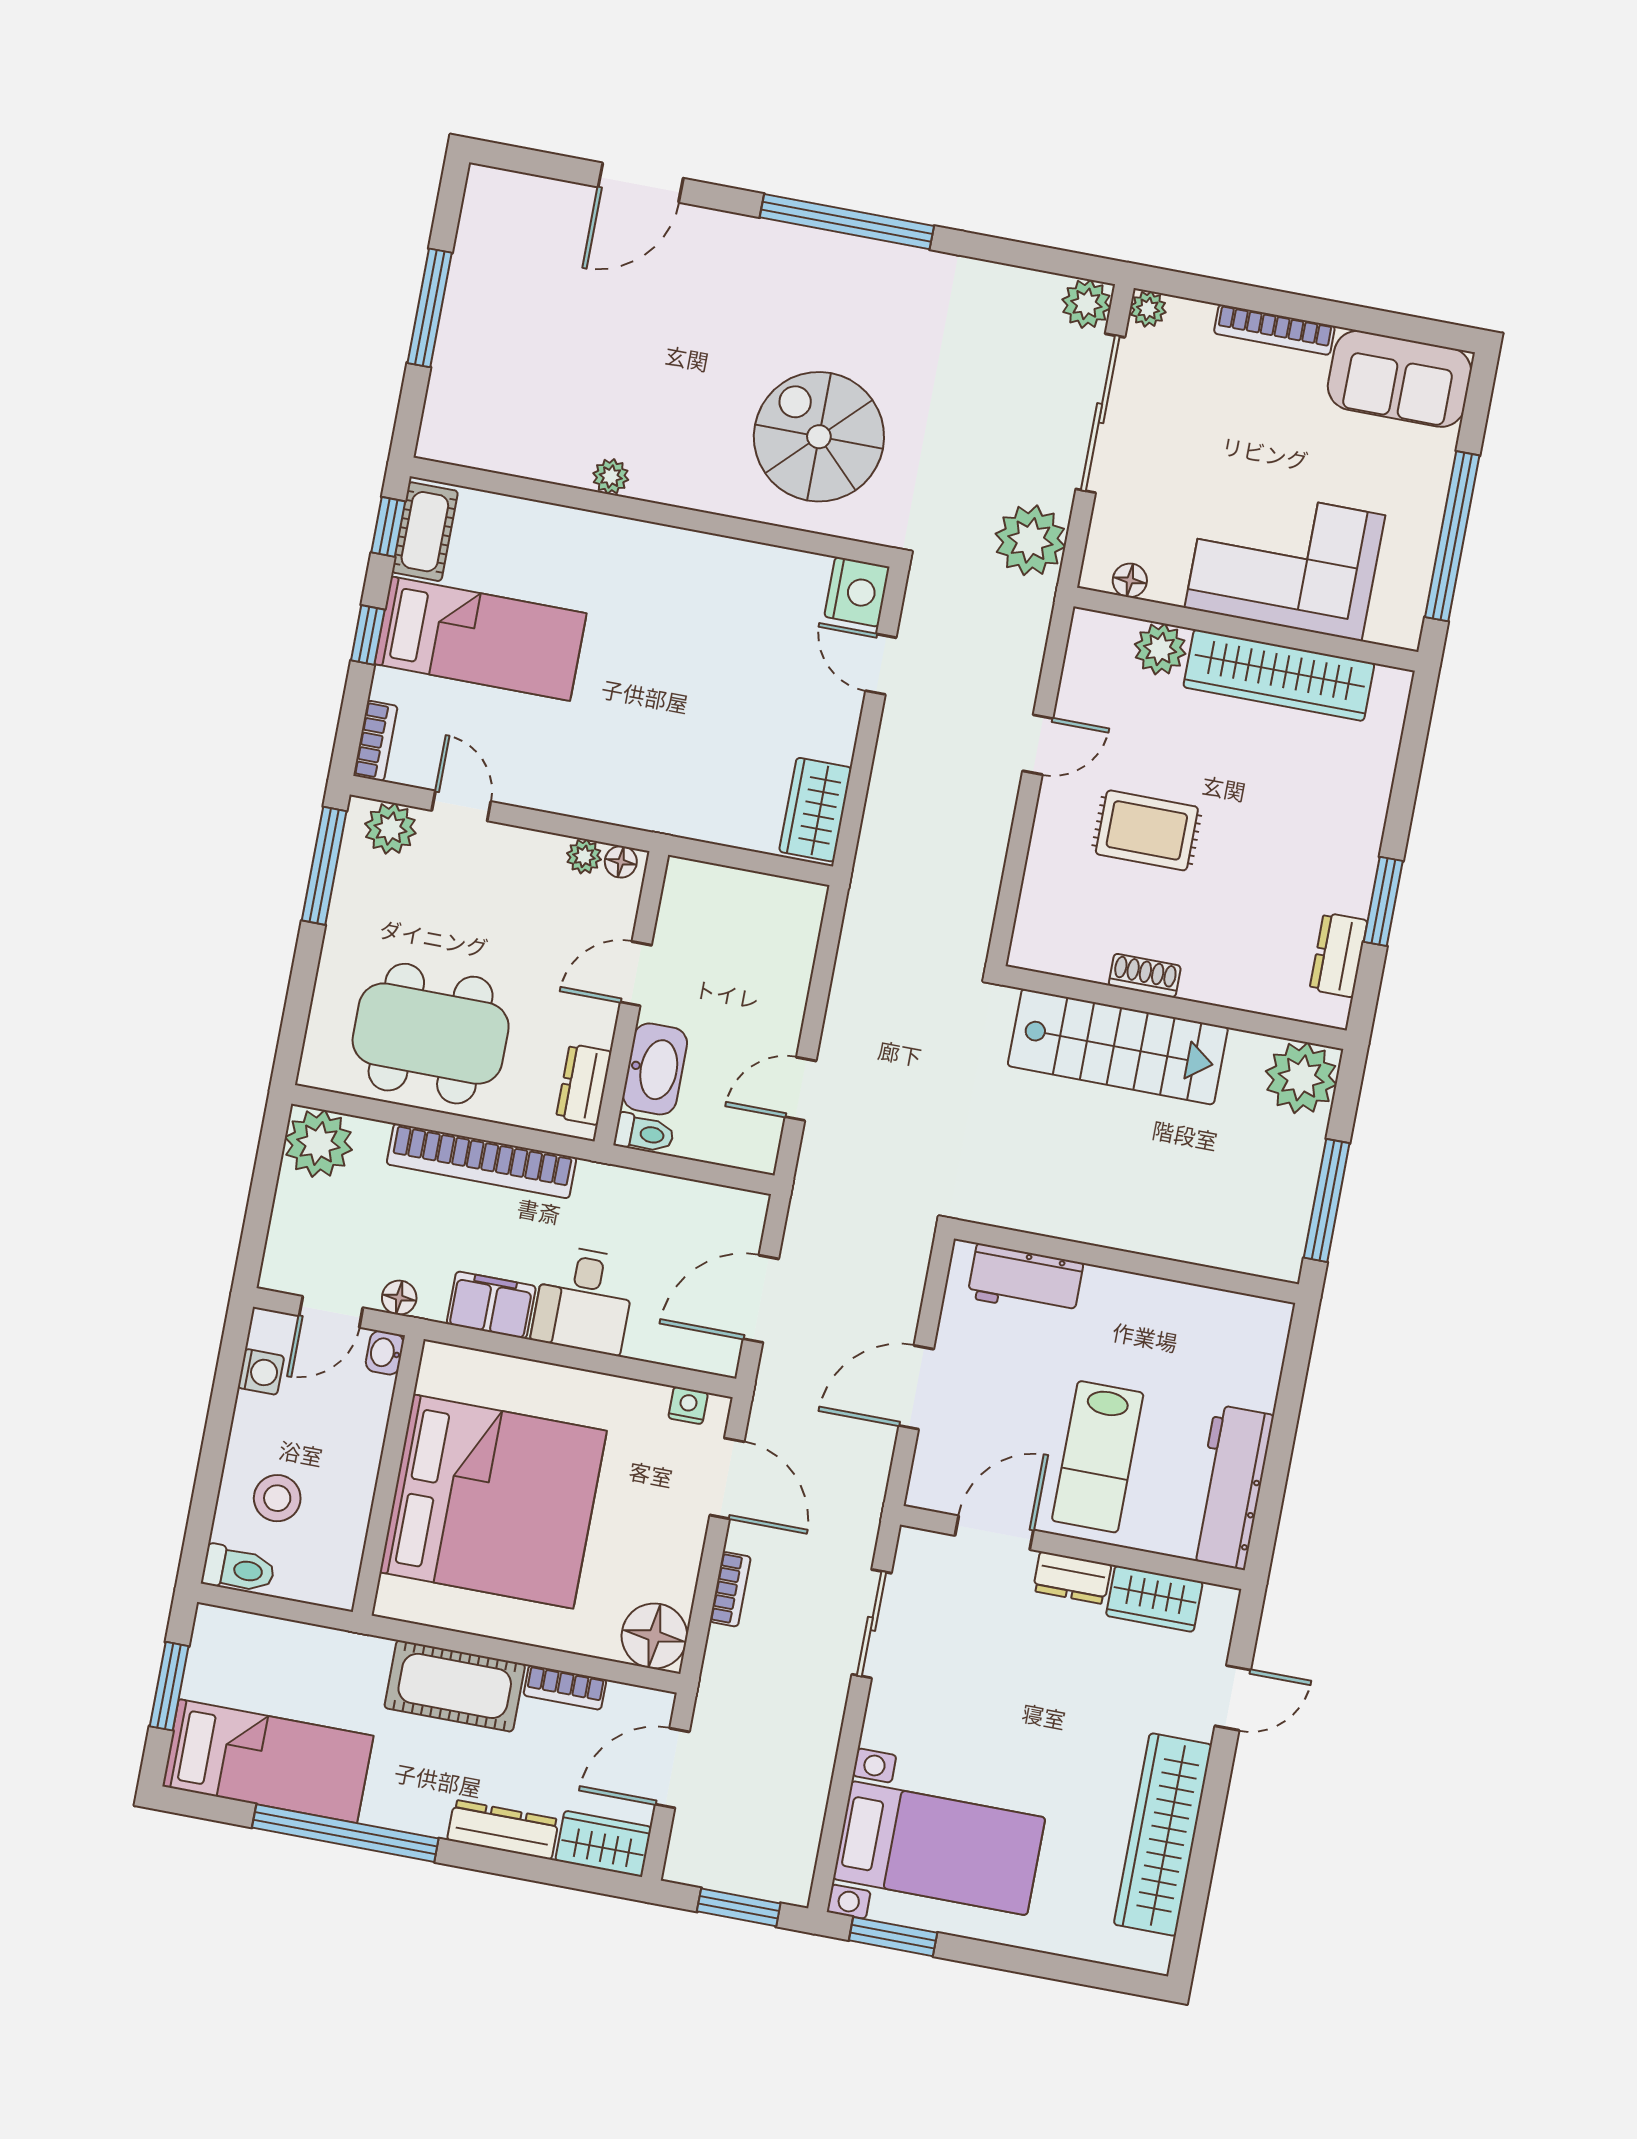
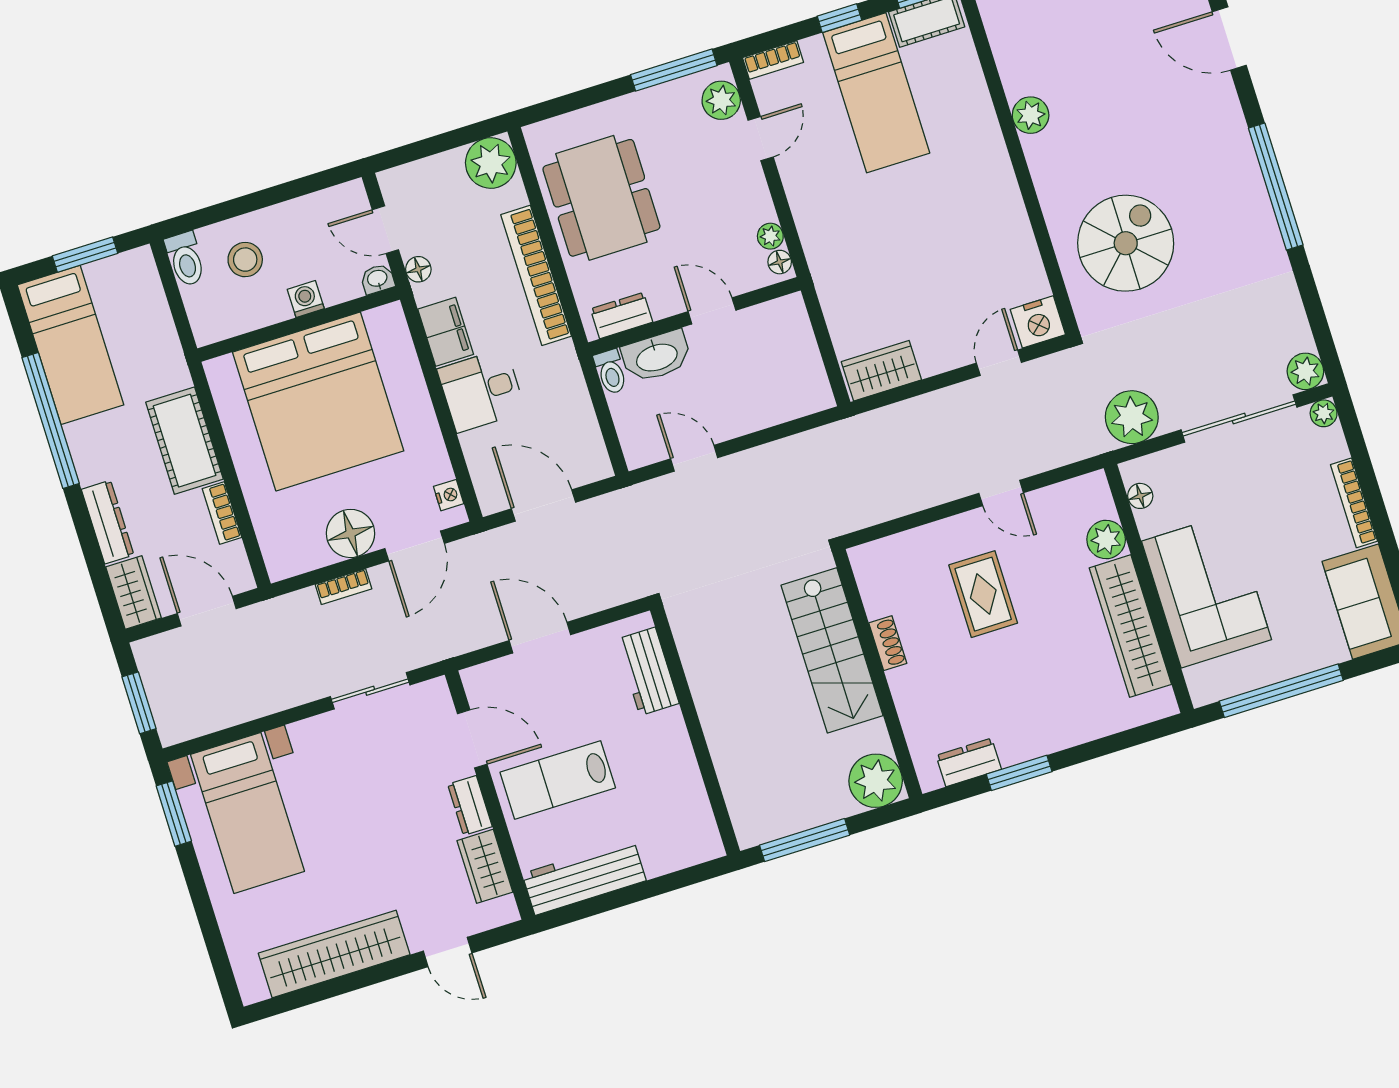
plant: (611, 477) -> (1031, 115), width x1.38, depth x1.38
washing machine: (261, 1372) -> (306, 299), moved, turned 180
floor lamp: (654, 1636) -> (350, 533), moved

